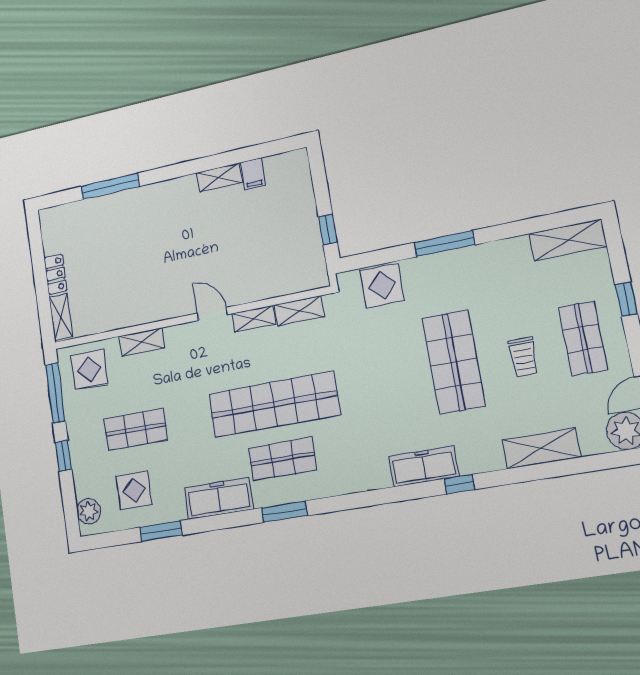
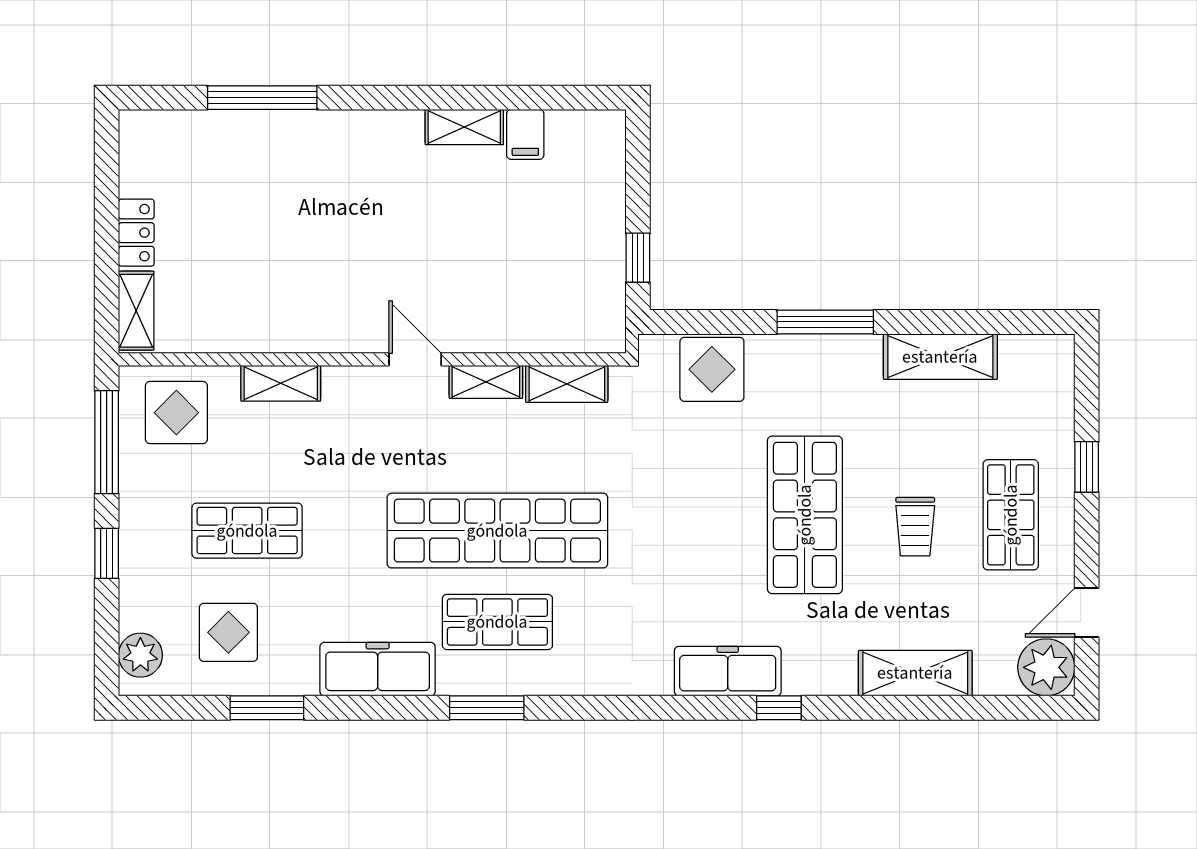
shelving: (568, 240) -> (940, 357), moved

